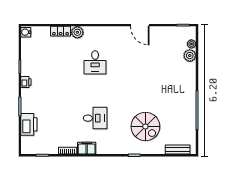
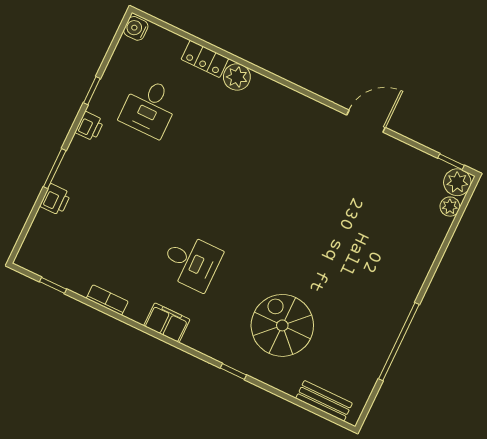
door: (140, 25) -> (366, 121), swing flipped
plant: (190, 56) -> (457, 182), moved
desk: (95, 62) -> (149, 107), moved
printer: (29, 124) -> (55, 200), width x0.53, depth x0.68
spiral stairs: (145, 127) -> (282, 325), turned 180
filing cabinet: (87, 148) -> (167, 323), moved

